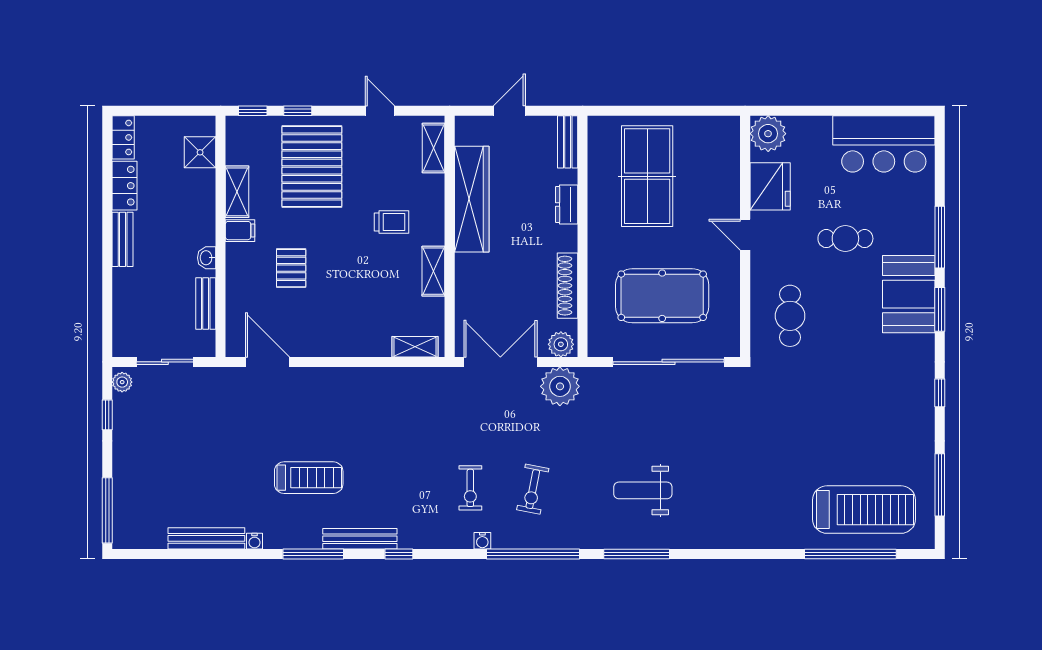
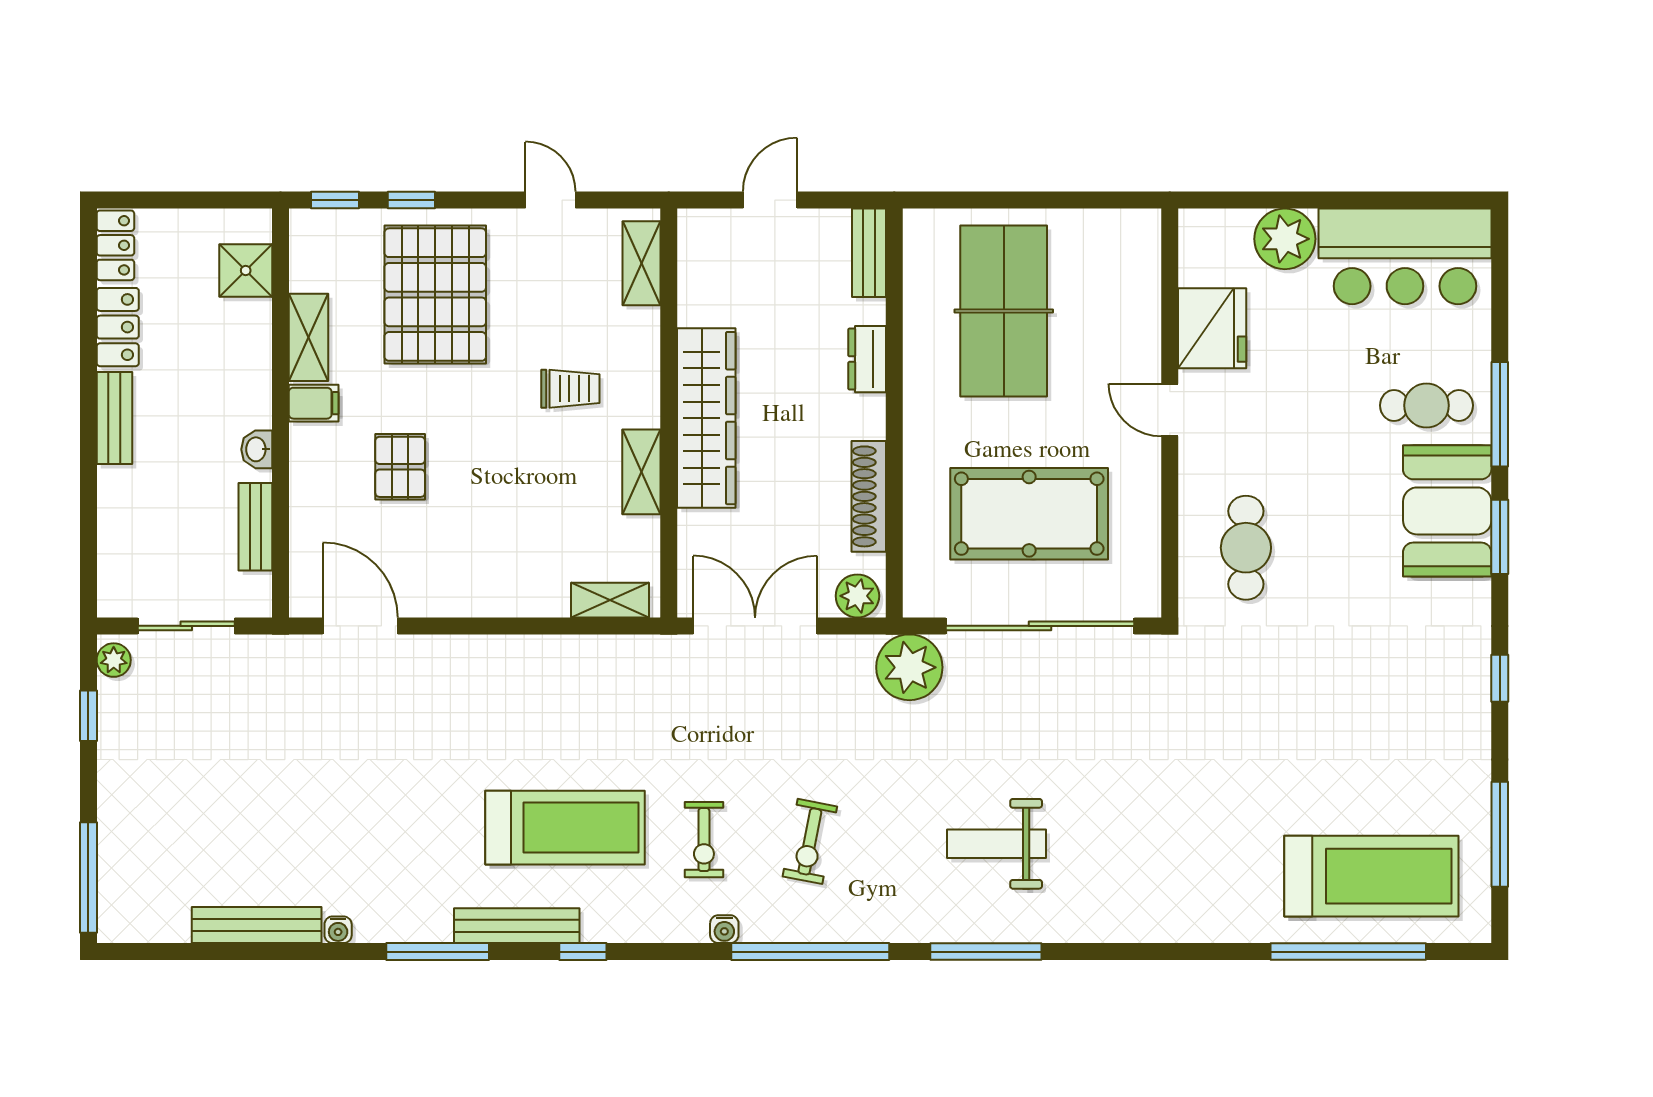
plant: (768, 134) -> (1285, 239), moved
wardrobe: (472, 199) -> (706, 418), moved
cafe table: (845, 239) -> (1426, 405), moved
plant: (560, 386) -> (909, 667), moved
treadmill: (309, 478) -> (565, 828), moved, width x1.37, depth x1.38

